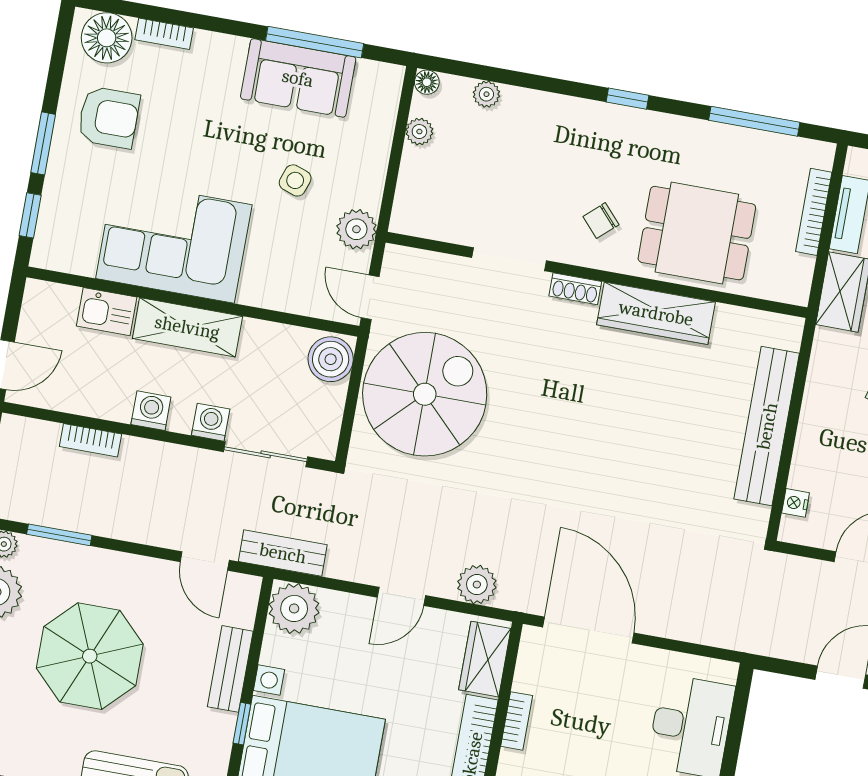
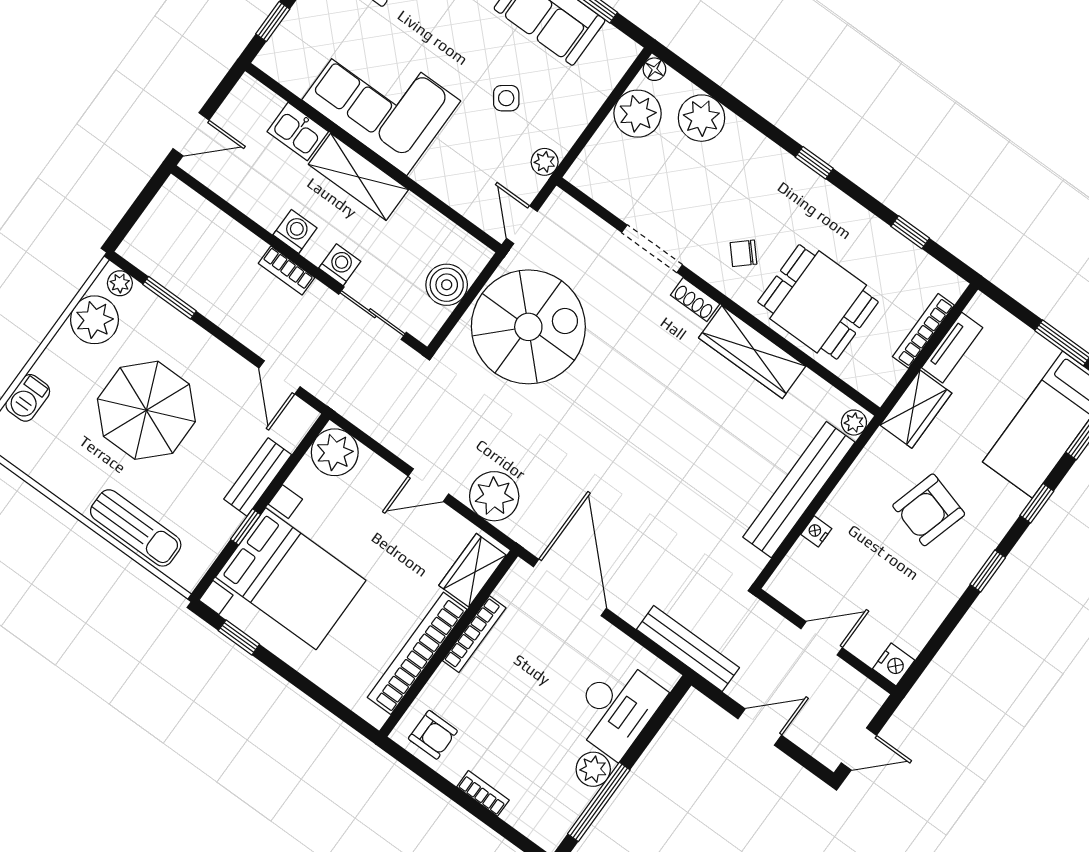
plant: (486, 94) -> (701, 118), width x1.88, depth x1.88
window: (754, 121) -> (910, 232), width x0.46
plant: (419, 132) -> (638, 114), width x1.88, depth x1.88
side table: (295, 180) -> (506, 98), turned 35
plant: (356, 229) -> (545, 162), width x0.73, depth x0.73
plant: (789, 334) -> (854, 423), added
boiler: (331, 359) -> (447, 285), moved
bookcase: (91, 440) -> (286, 270), moved
nightstand: (796, 503) -> (816, 531), moved
bench: (283, 553) -> (688, 648), moved, width x1.36
plant: (477, 585) -> (494, 496), width x1.36, depth x1.36
bookcase: (517, 721) -> (474, 634), width x1.56

